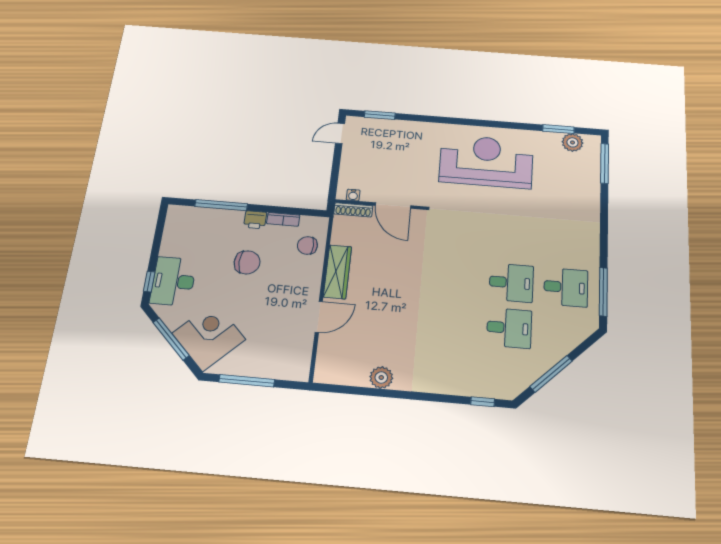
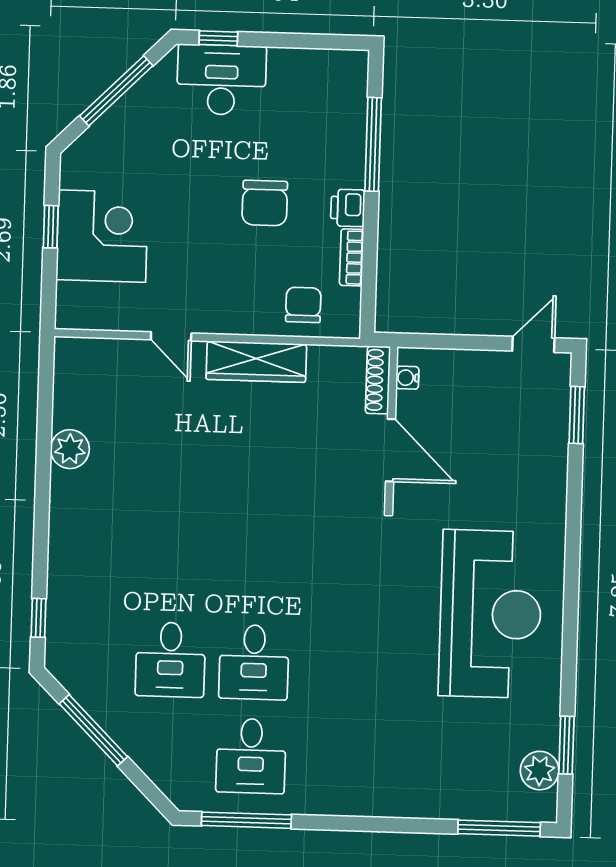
door: (340, 133) -> (533, 344), hinge flipped
door: (393, 206) -> (390, 450), swing flipped
door: (319, 317) -> (171, 336), width x0.73
corner desk: (209, 336) -> (102, 236), moved, turned -45
window: (247, 381) -> (51, 227), width x0.46

